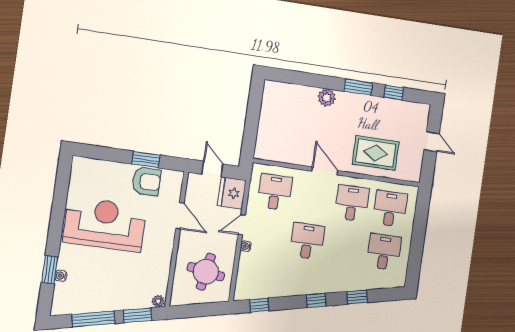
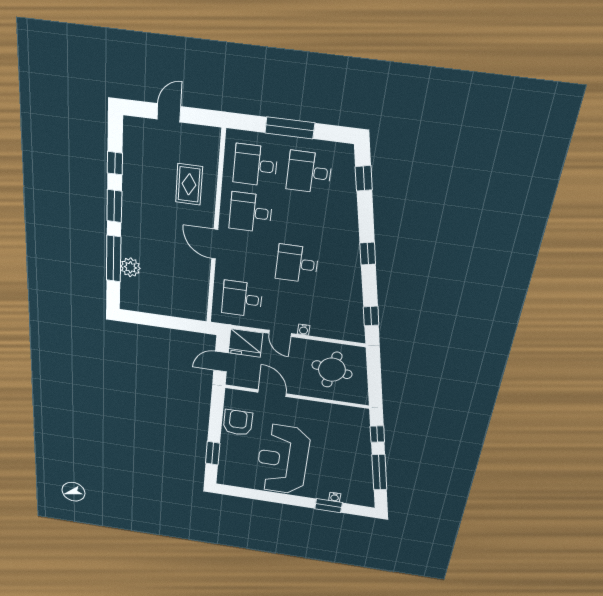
window: (312, 80) -> (114, 259), added
plant: (327, 98) -> (130, 267), moved
rug: (376, 153) -> (189, 184), width x0.73, depth x0.70
window: (146, 159) -> (213, 453), moved
door: (325, 171) -> (215, 244), hinge flipped
door: (180, 216) -> (272, 393), hinge flipped
window: (418, 237) -> (290, 128), added
window: (357, 297) -> (364, 178), moved
plant: (158, 301) -> (363, 415), removed
window: (137, 315) -> (377, 434), width x0.67

